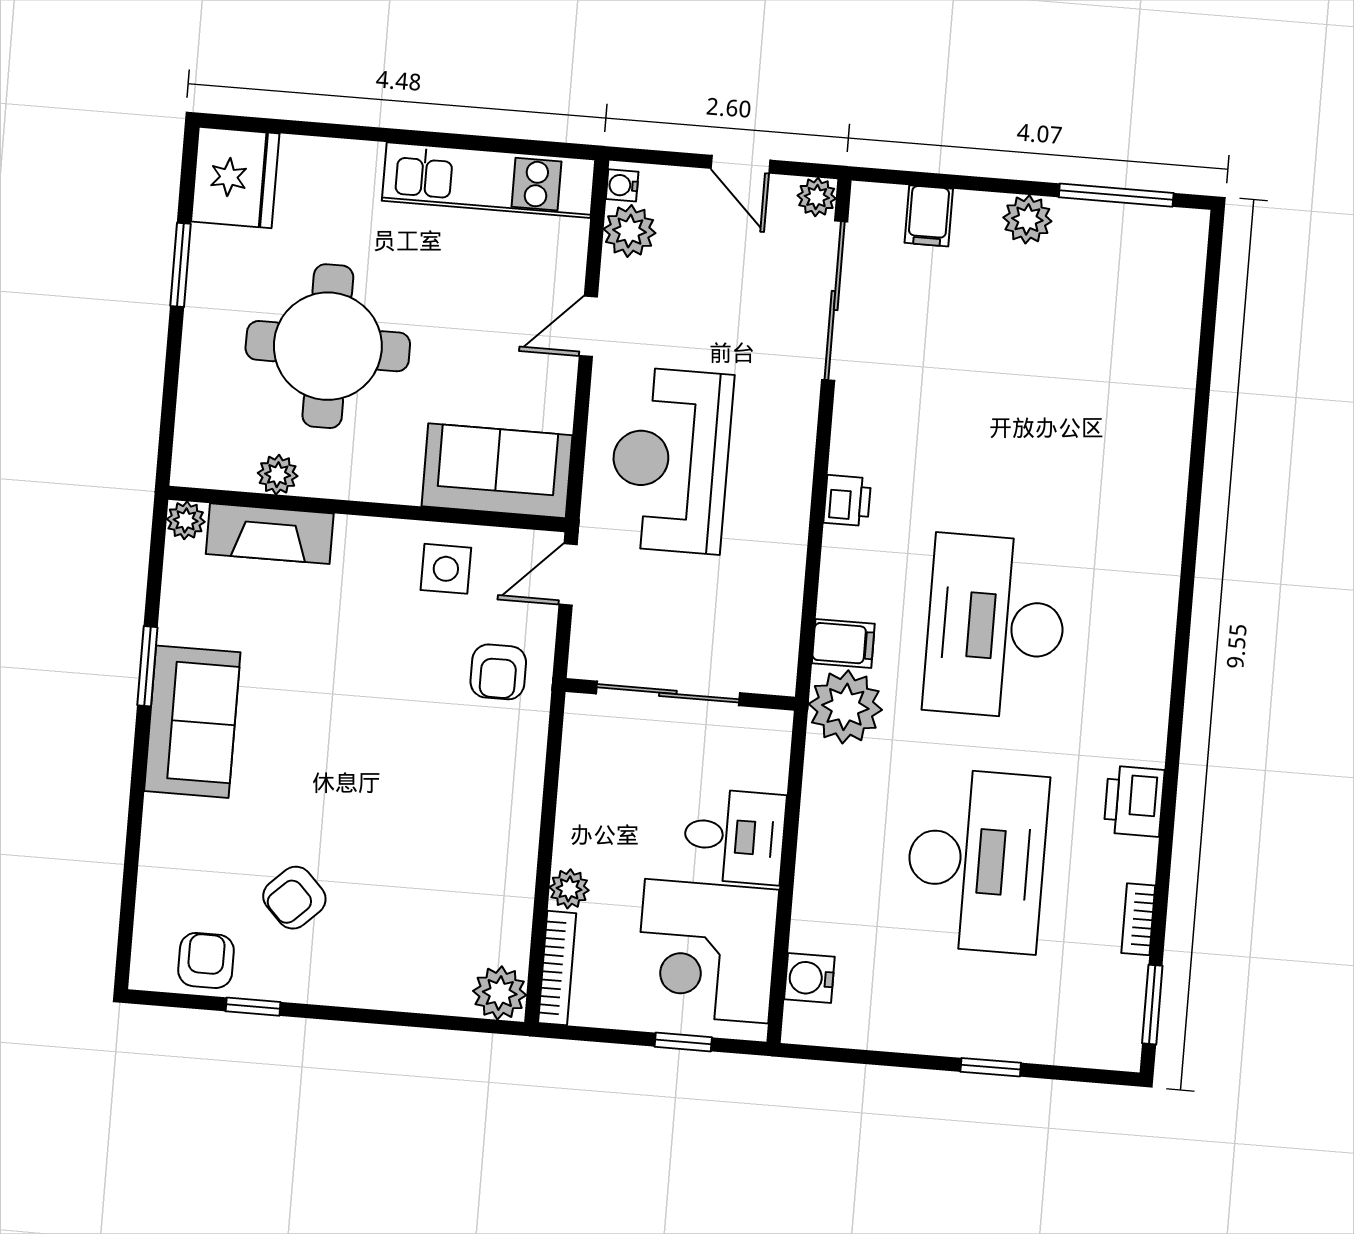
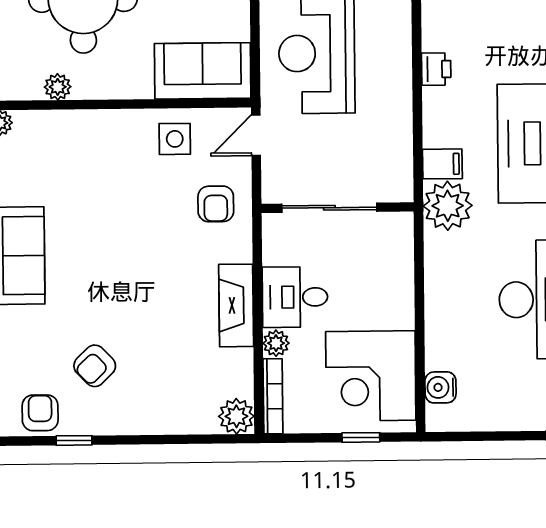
fireplace: (270, 534) -> (236, 305), moved, turned 90
desk: (734, 836) -> (295, 297), moved, turned 180

